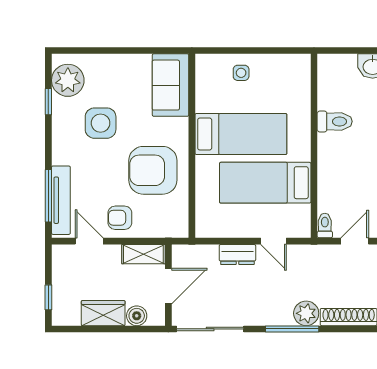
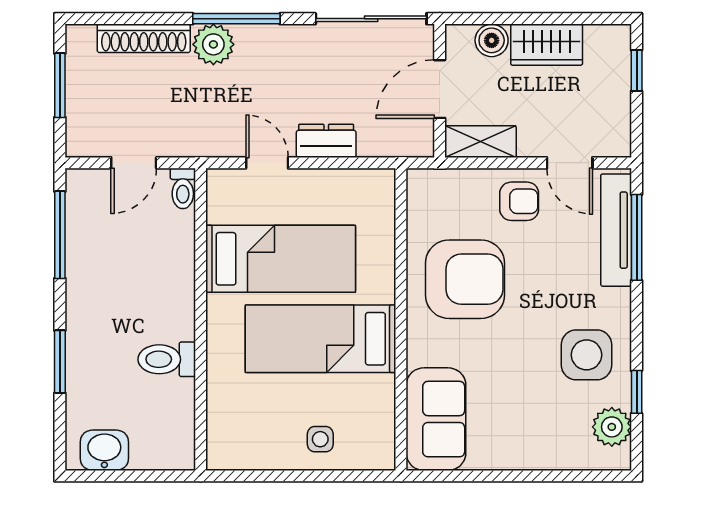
plant: (68, 80) -> (612, 427), width x0.73, depth x0.73
side table: (101, 123) -> (586, 355), moved

